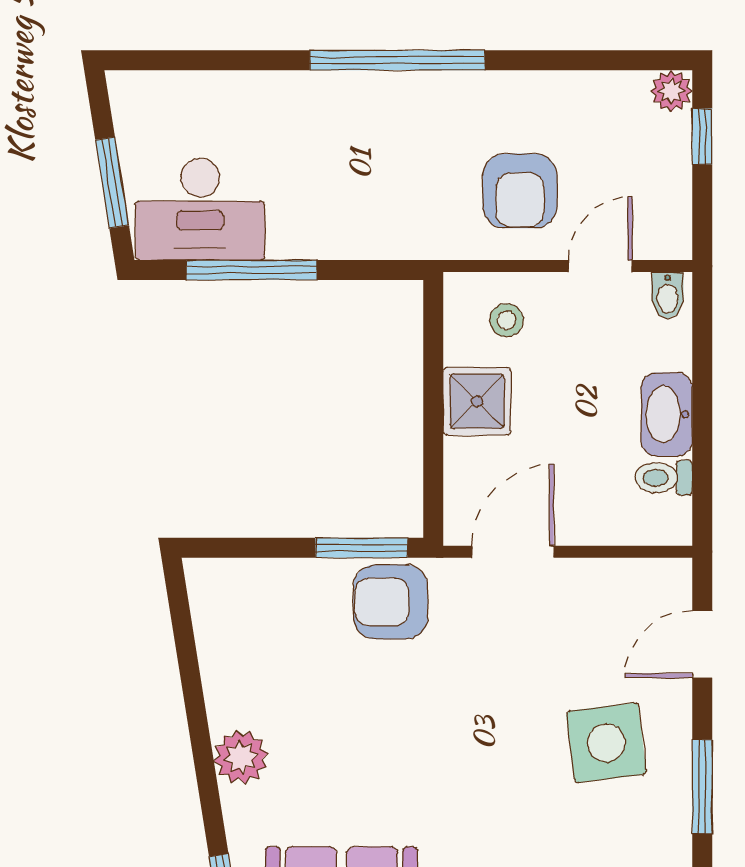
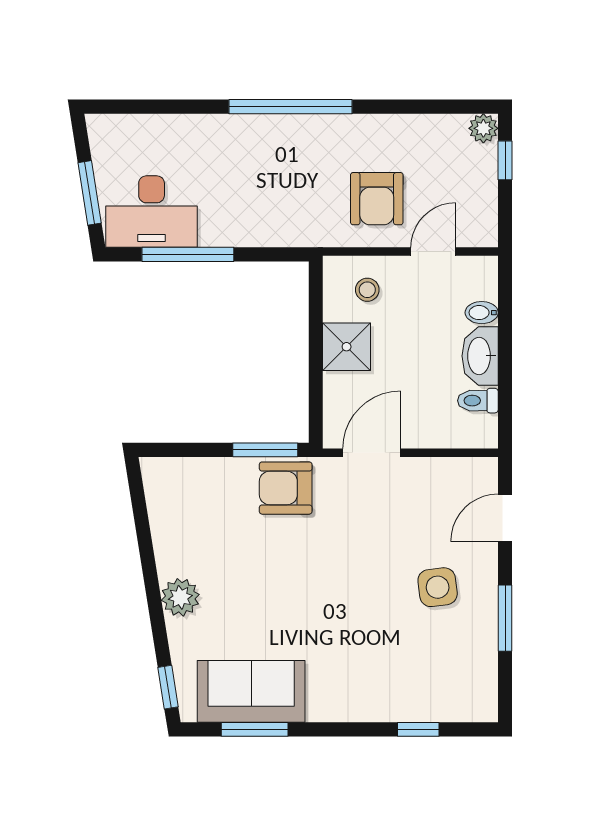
bidet: (667, 295) -> (482, 313), moved, turned 90
side table: (606, 743) -> (438, 587), width x0.73, depth x0.73

